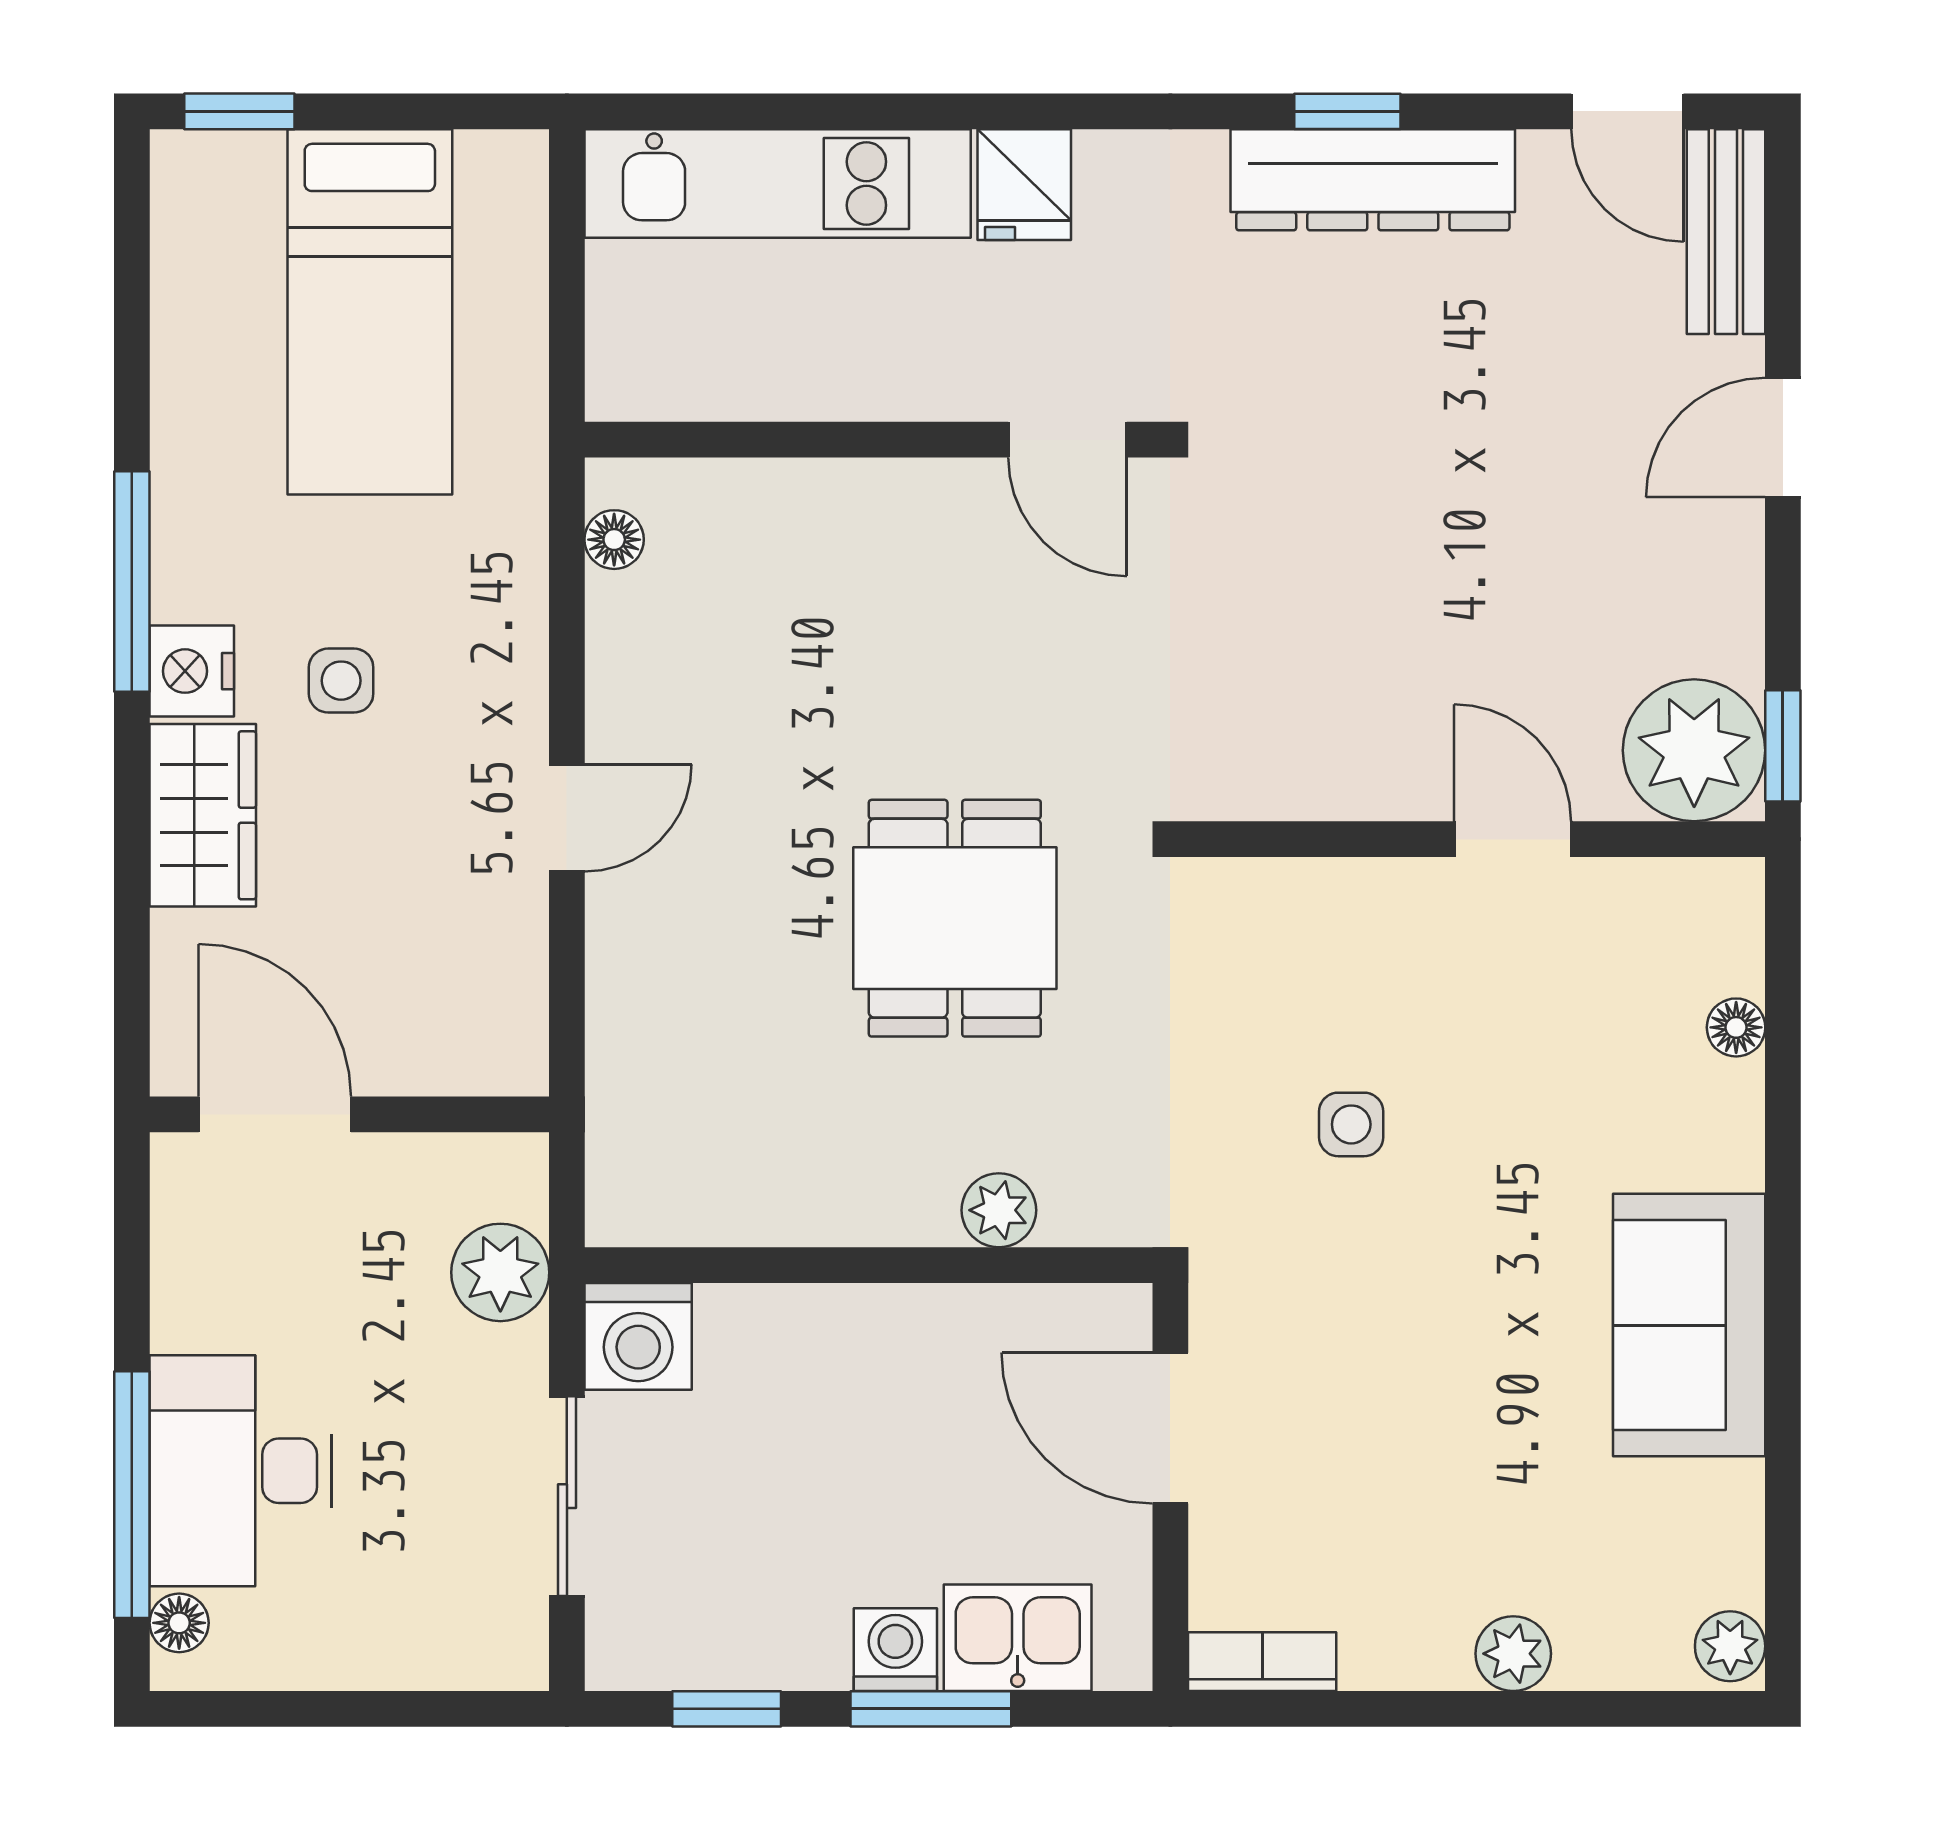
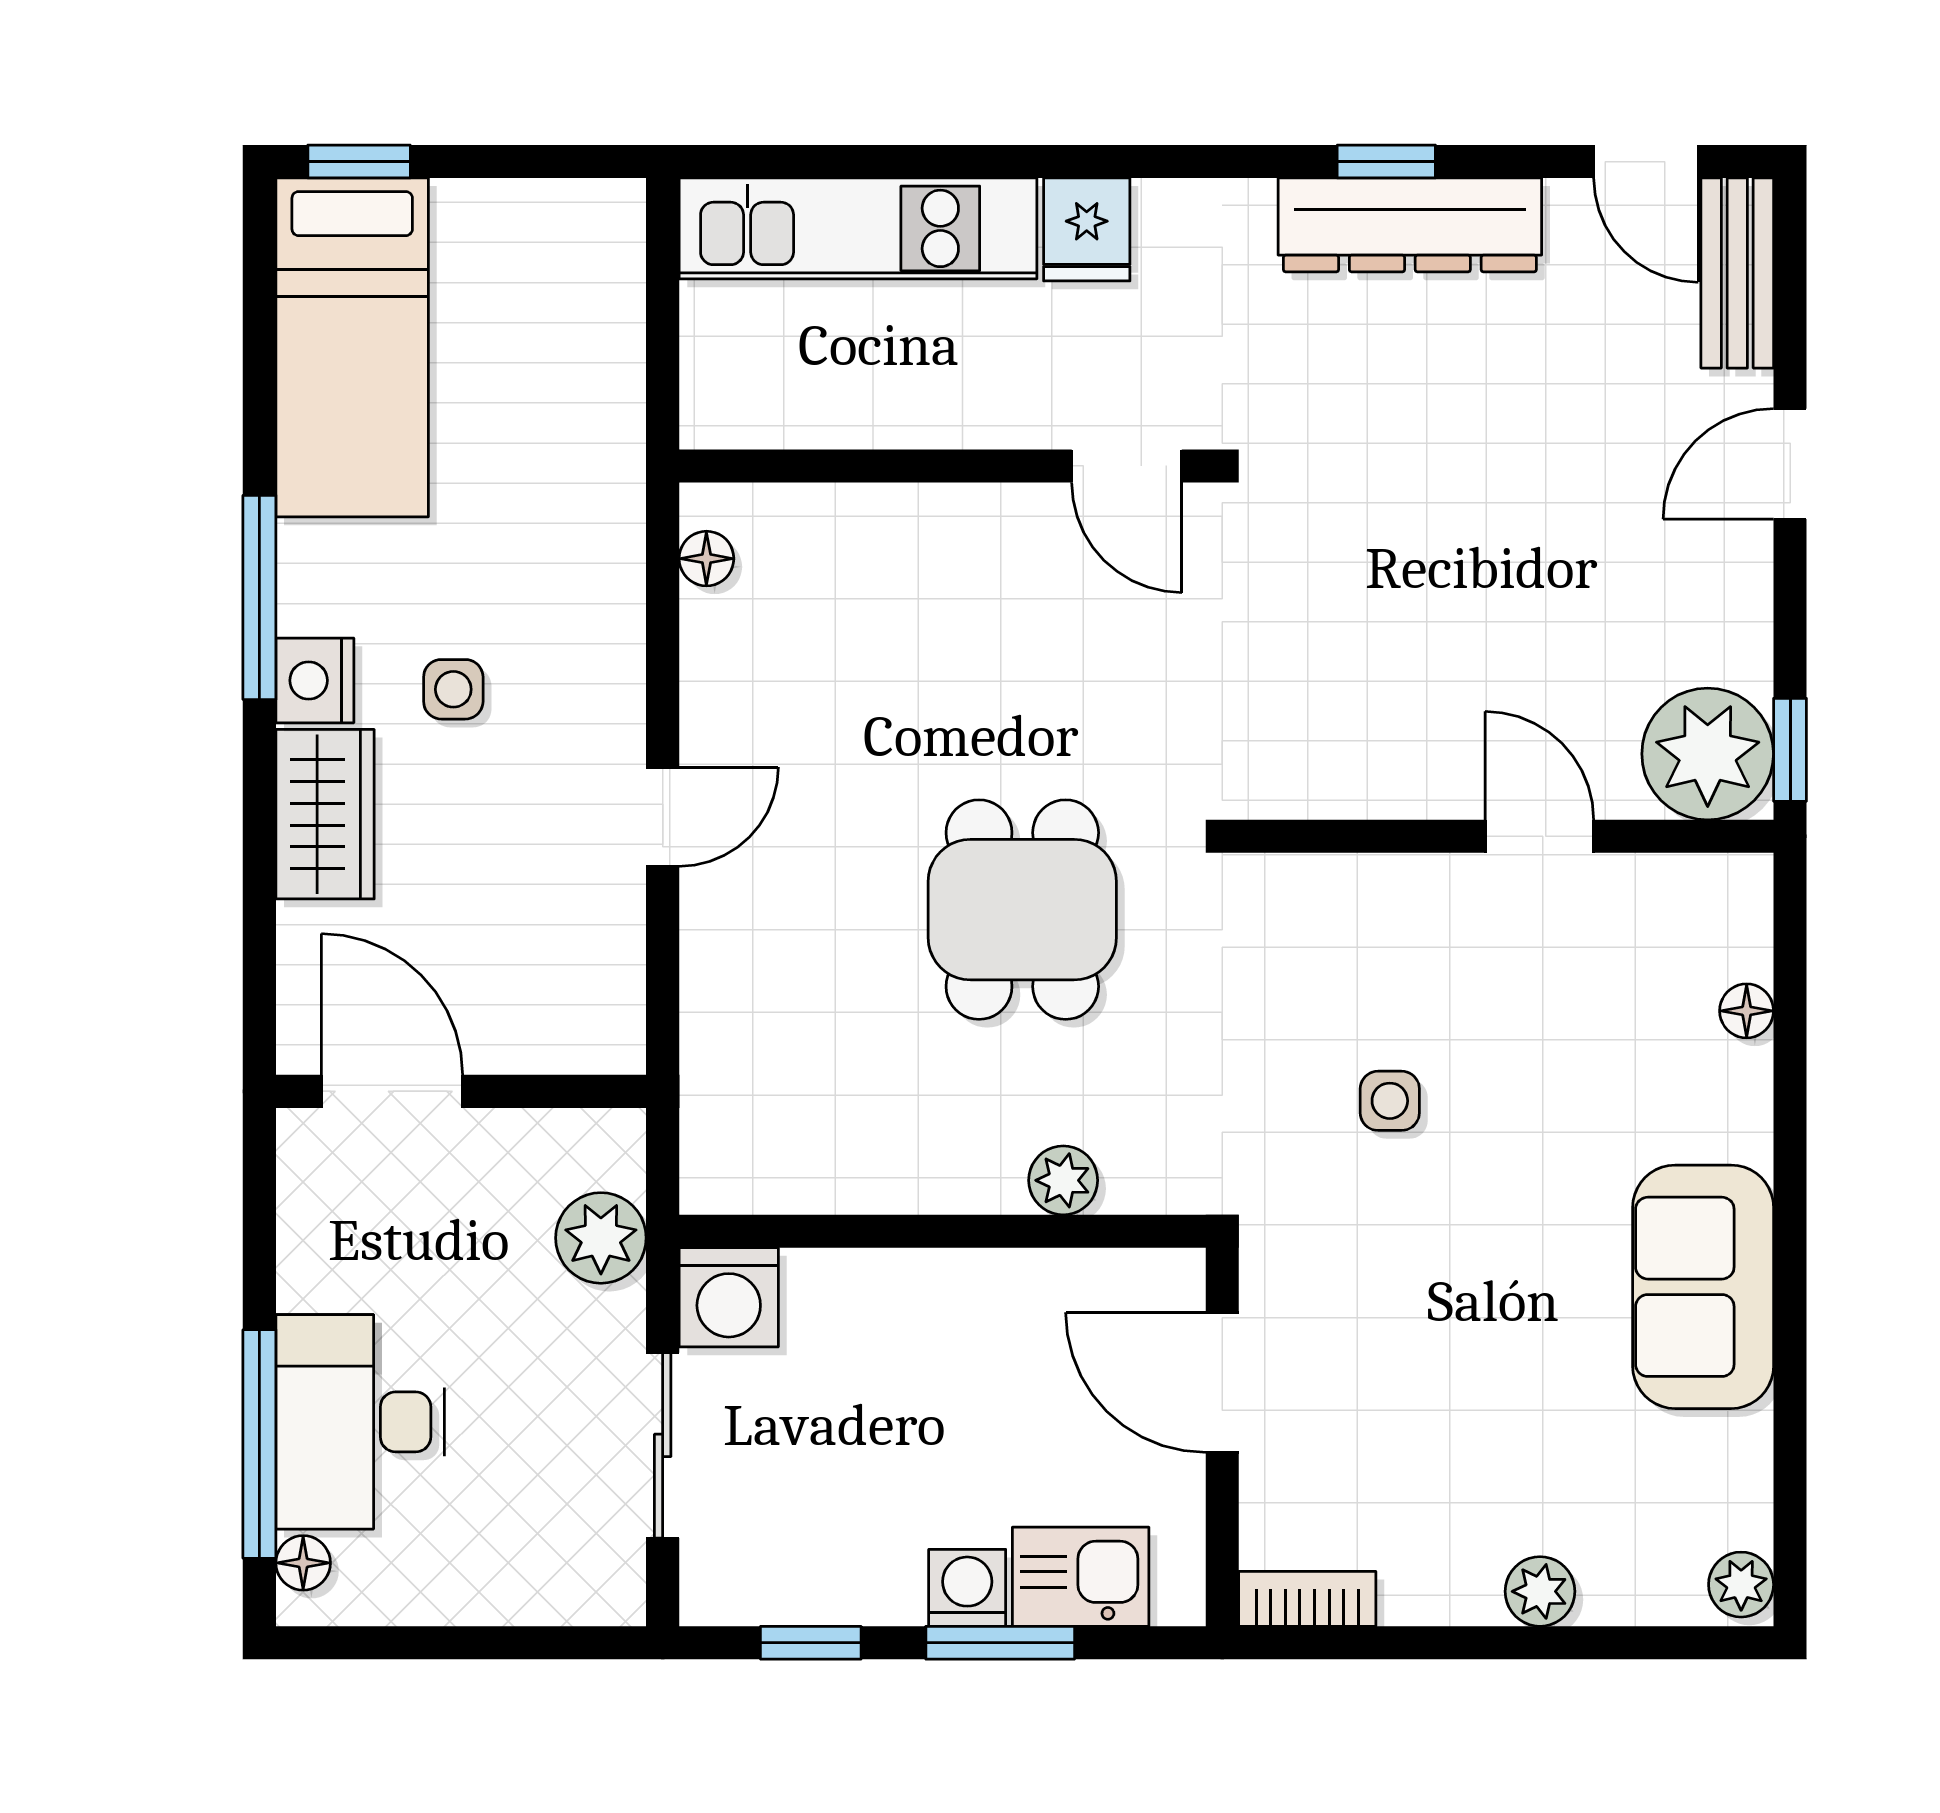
bed: (370, 312) -> (352, 347), moved

